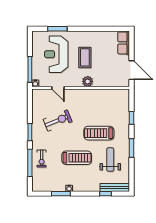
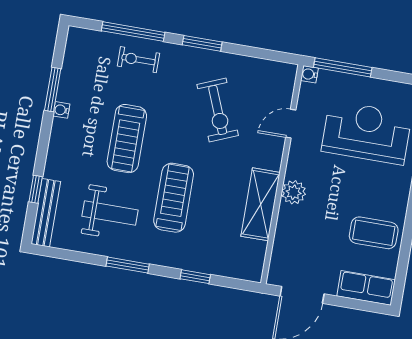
coffee table: (85, 57) -> (374, 233), moved
shelving: (95, 95) -> (260, 204), added

